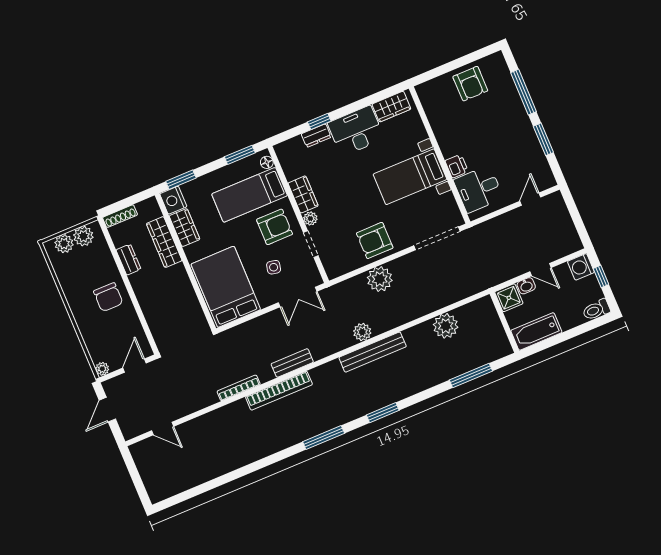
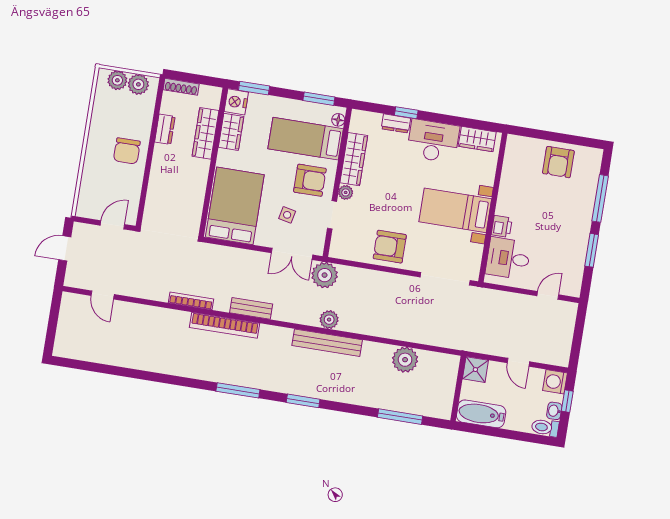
wardrobe: (303, 194) -> (354, 159), width x1.50
plant: (380, 279) -> (325, 275), moved
washbasin: (526, 286) -> (554, 411), moved, turned 90
plant: (102, 369) -> (83, 210), removed

